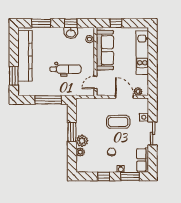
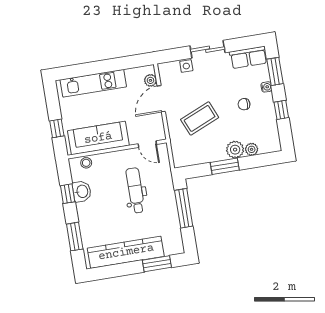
coffee table: (118, 122) -> (200, 118), moved, turned 67

